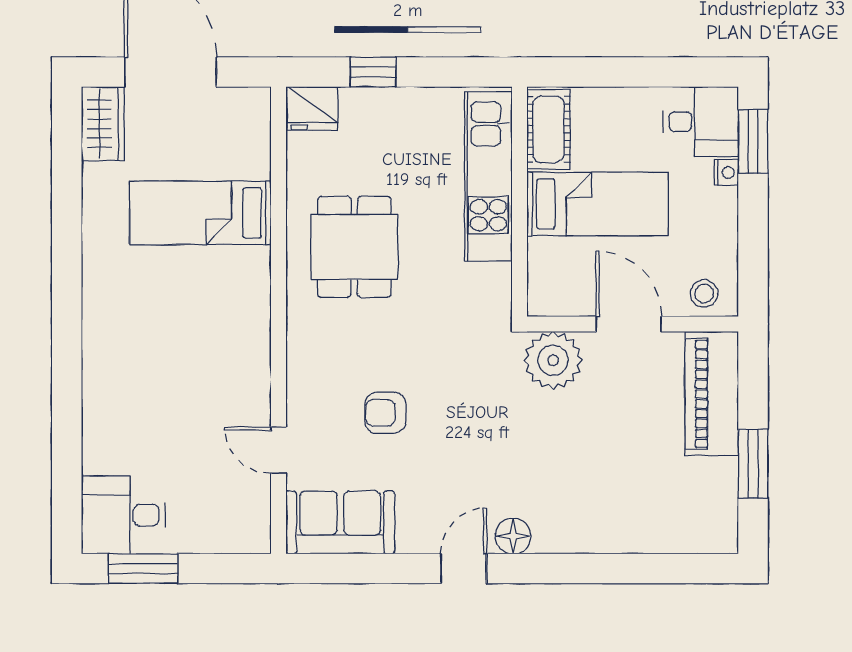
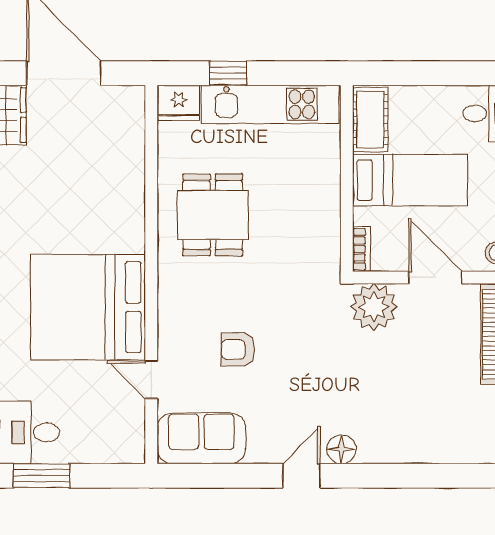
kitchen unit: (488, 176) -> (270, 104), moved, turned -90
bed: (200, 213) -> (88, 307), moved, width x2.04
bookcase: (538, 289) -> (362, 249), added

